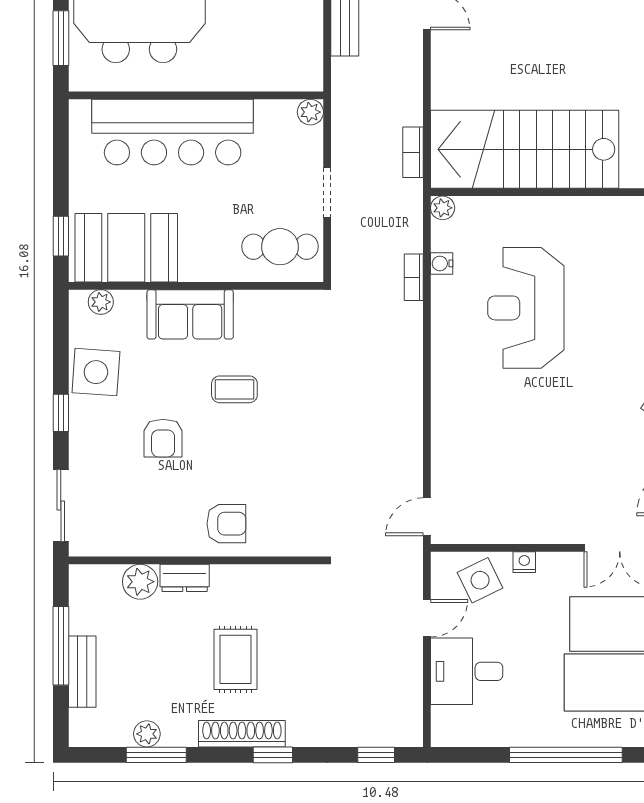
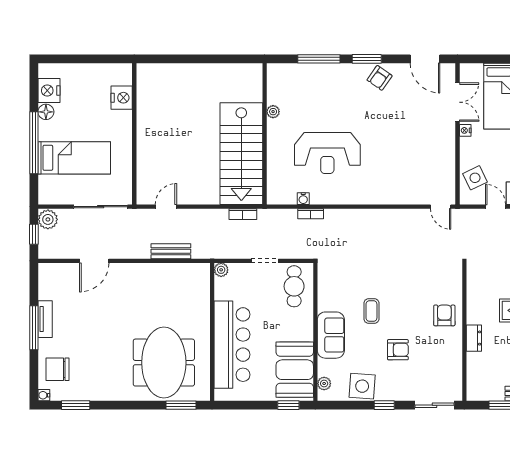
plant: (443, 208) -> (273, 112), moved
nightstand: (524, 562) -> (465, 130), moved
plant: (140, 582) -> (476, 362), removed

